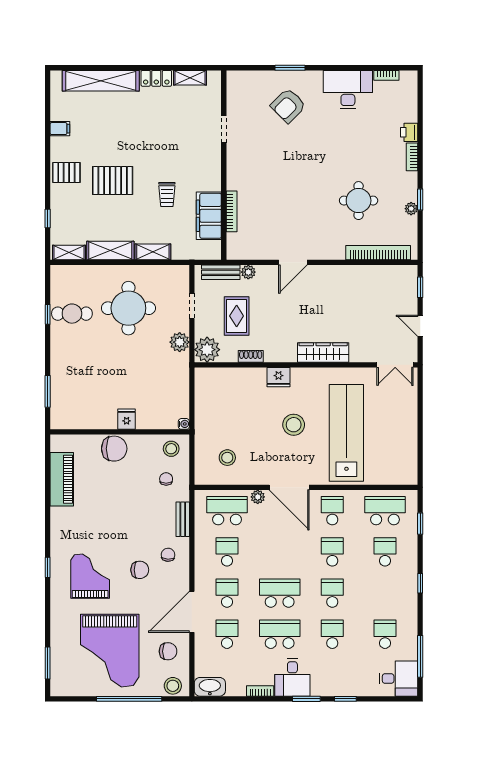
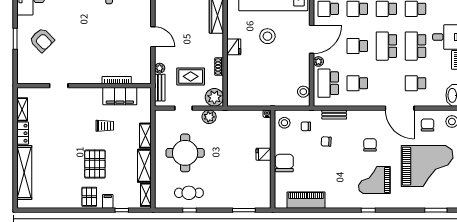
filing cabinet: (60, 129) -> (108, 201), moved
cafe table: (72, 314) -> (189, 193), turned 90
stool: (227, 458) -> (303, 92), moved
chair: (168, 555) -> (326, 141), moved
school desk: (227, 593) -> (357, 46), moved

